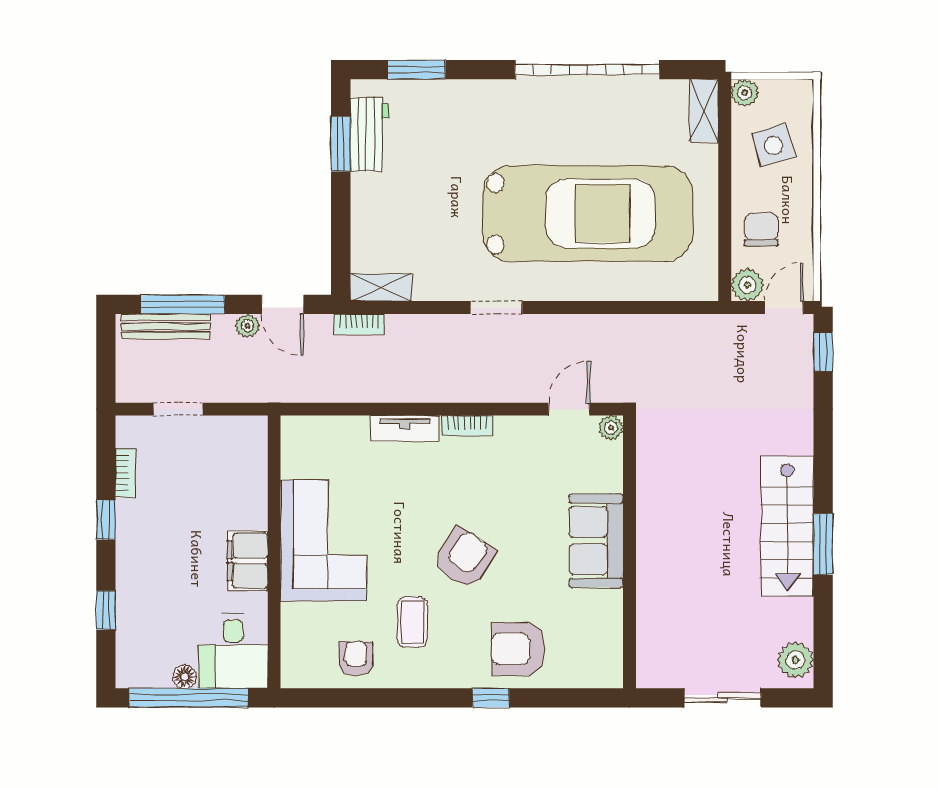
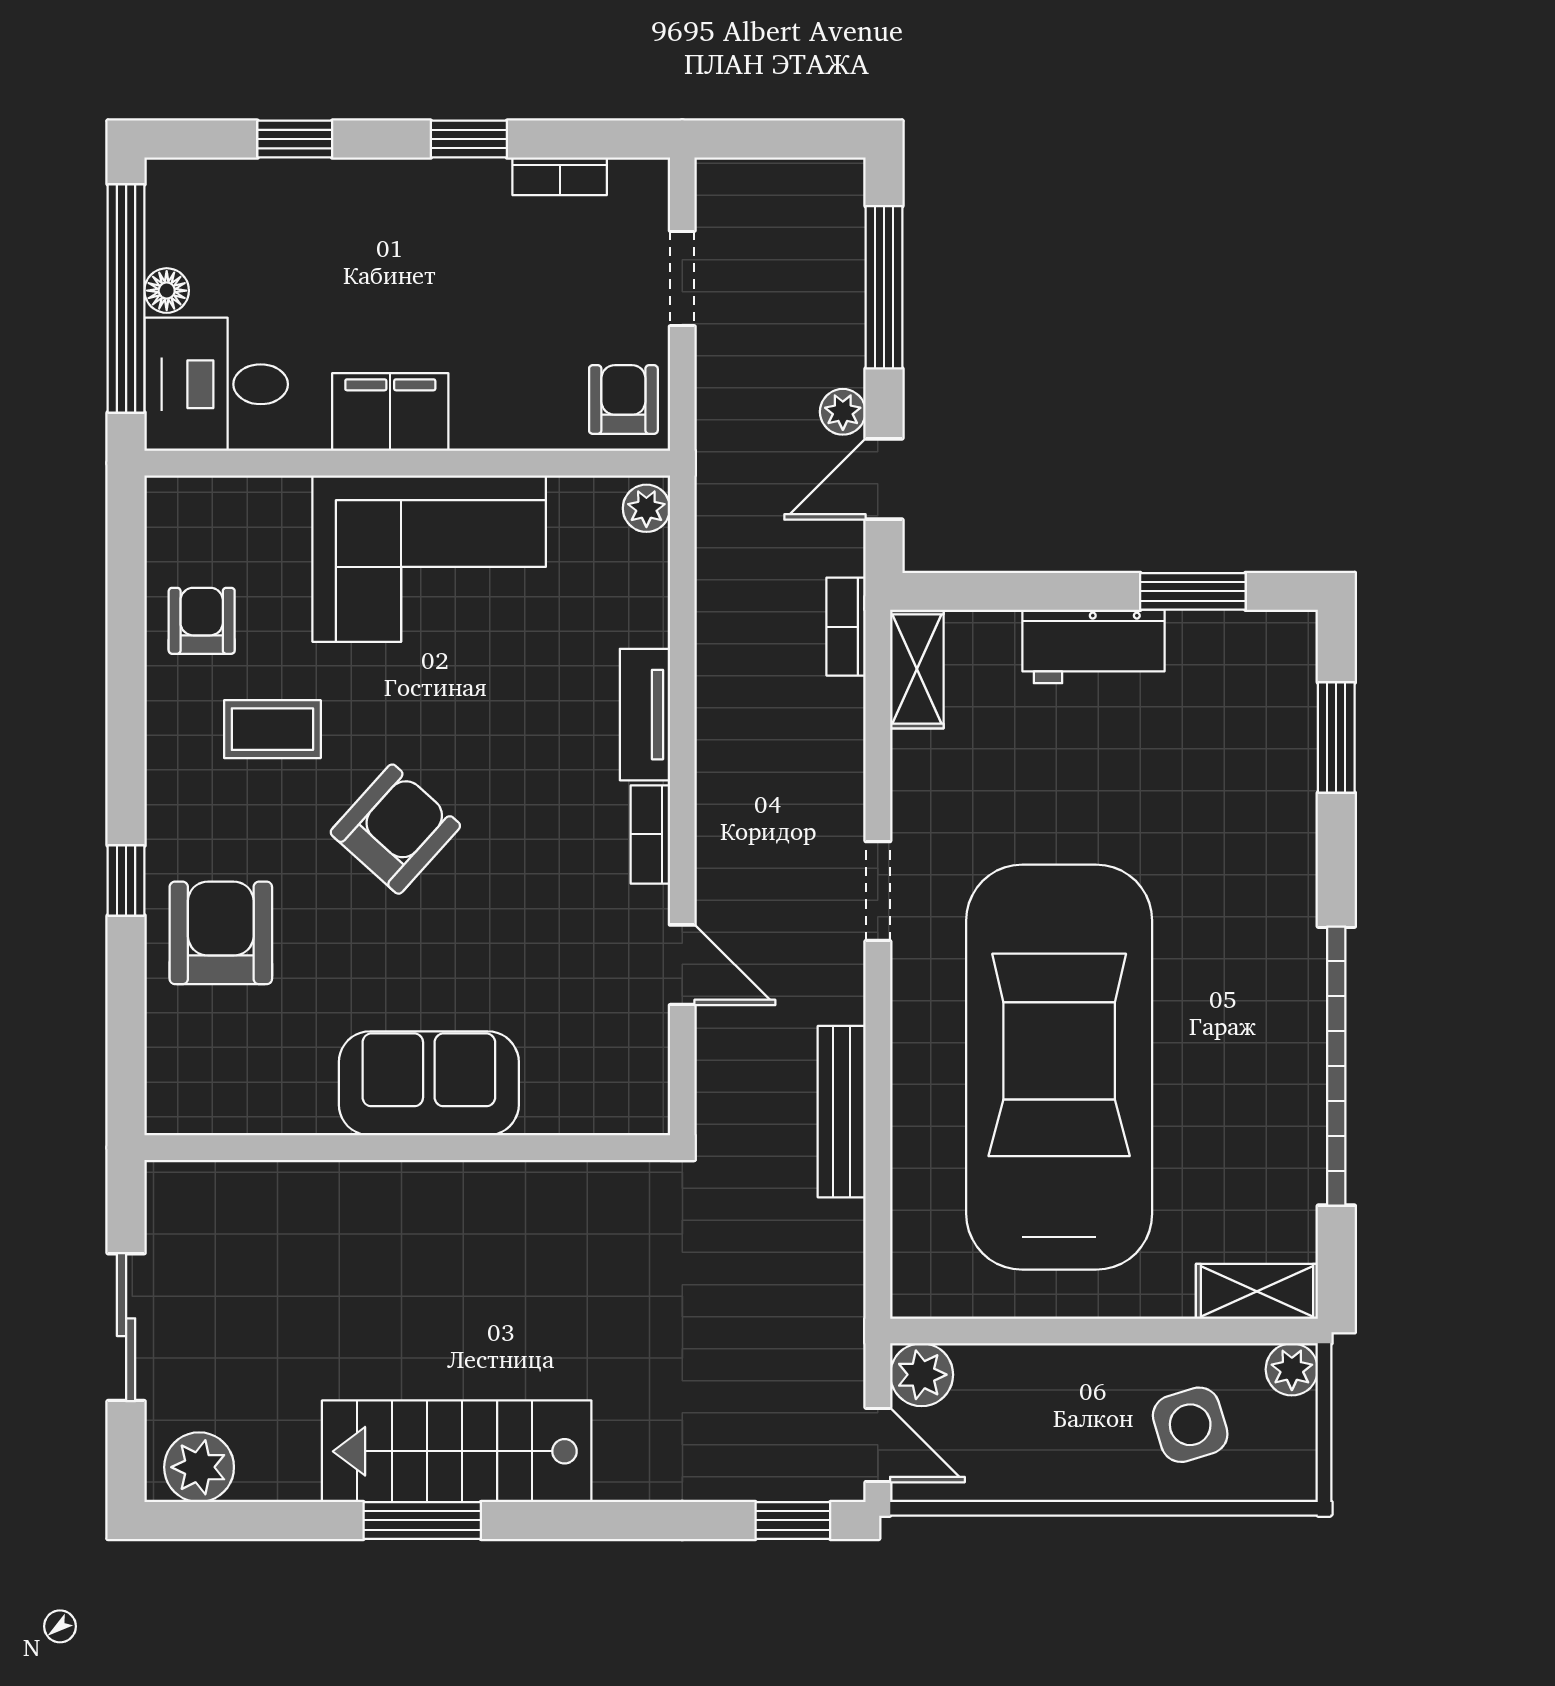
workbench: (369, 134) -> (1093, 646), moved
car: (588, 213) -> (1059, 1067), turned 180
chair: (761, 230) -> (1028, 1402), removed
bench: (166, 326) -> (842, 1112), moved
door: (569, 409) -> (682, 965), moved
plant: (611, 428) -> (646, 508), moved
armchair: (241, 440) -> (623, 400), added
armchair: (464, 558) -> (395, 829), turned -81
armchair: (356, 659) -> (202, 621), turned -90

